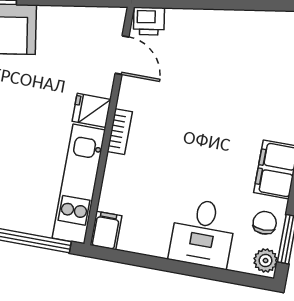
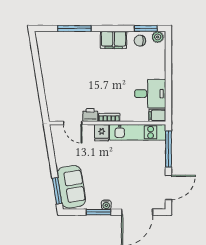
printer: (149, 21) -> (90, 115), moved, turned -81
door: (122, 55) -> (73, 123), swing flipped
desk: (203, 233) -> (150, 94), moved

